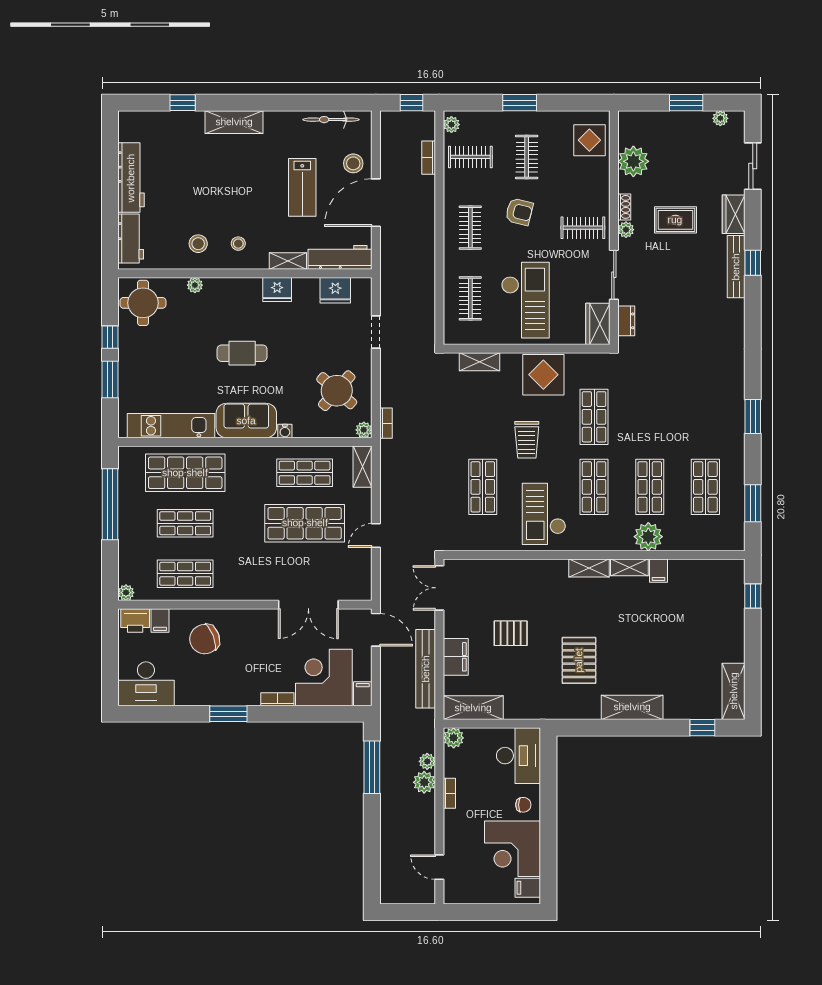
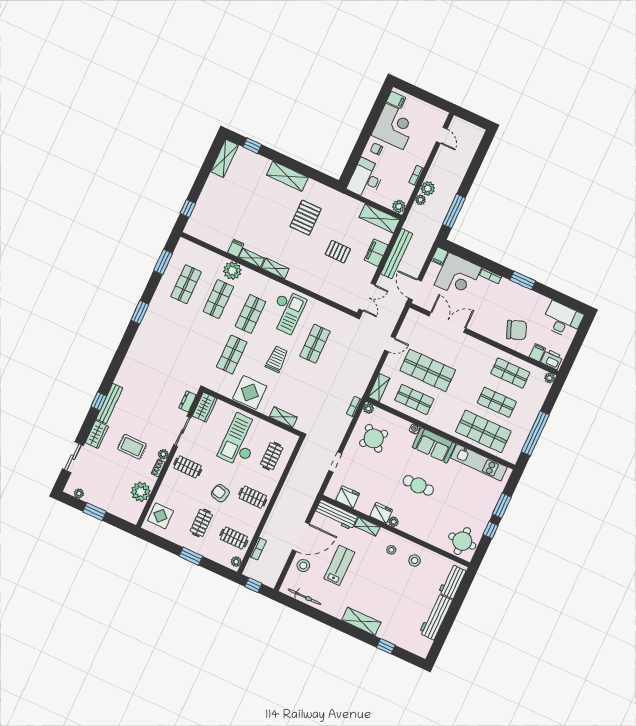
clothes rail: (470, 228) -> (253, 497), turned 90
plant: (195, 285) -> (394, 522), moved

